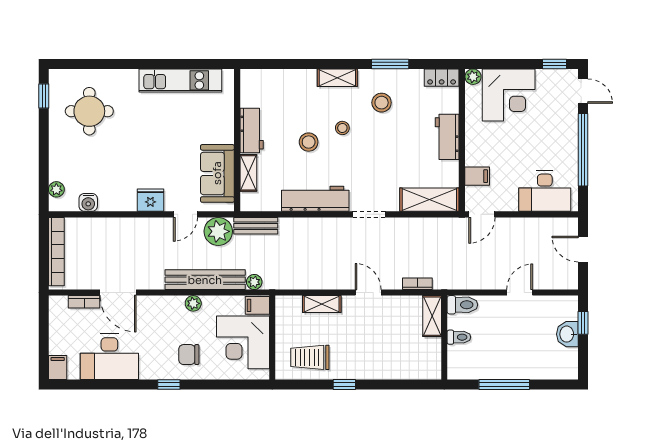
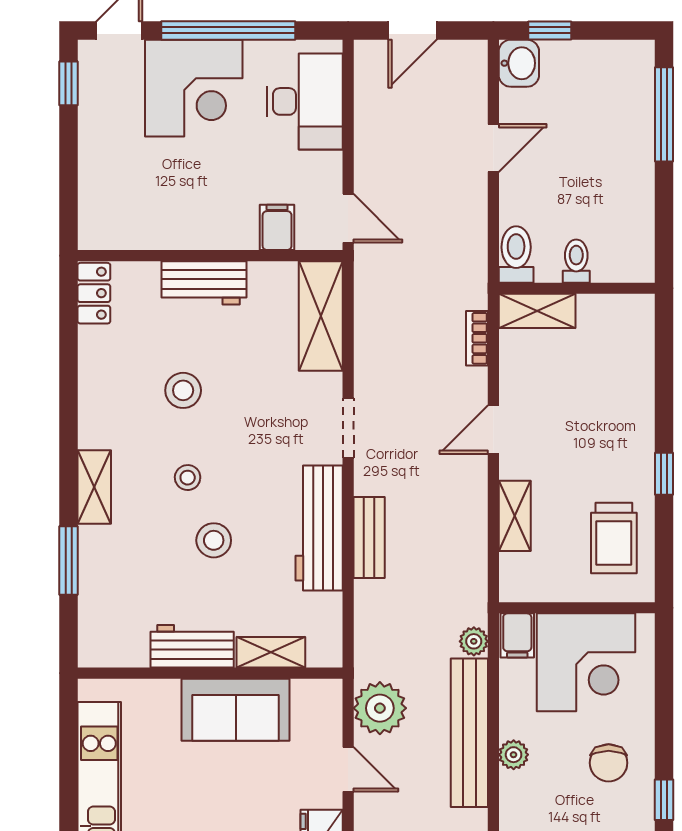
window: (390, 64) -> (69, 561), moved
plant: (473, 77) -> (92, 235), removed
corner desk: (509, 95) -> (194, 88), moved, turned 90
stool: (382, 103) -> (183, 390), moved
sofa: (217, 173) -> (236, 710), moved
bench: (256, 226) -> (369, 538), moved
door: (520, 293) -> (493, 148), swing flipped
washbasin: (567, 334) -> (519, 63), moved, turned -90
window: (504, 384) -> (664, 114), moved

